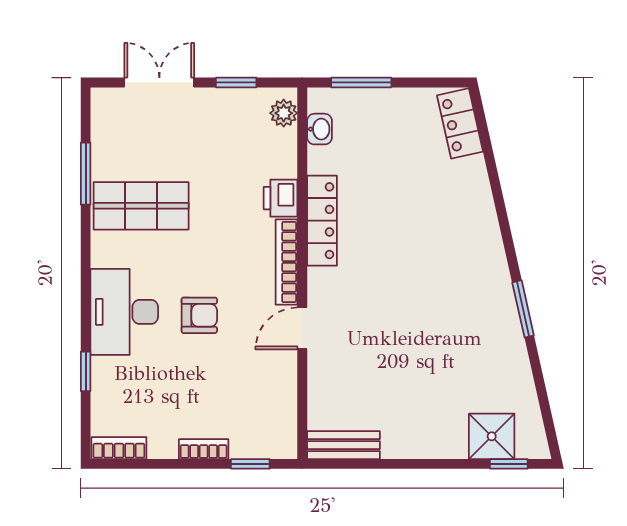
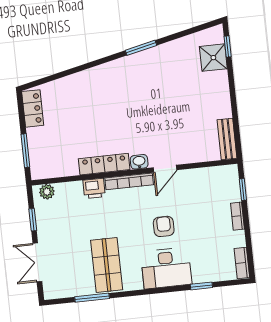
locker: (460, 123) -> (33, 108), moved, turned -77
washbasin: (320, 129) -> (139, 162), moved
door: (302, 328) -> (165, 169), hinge flipped

